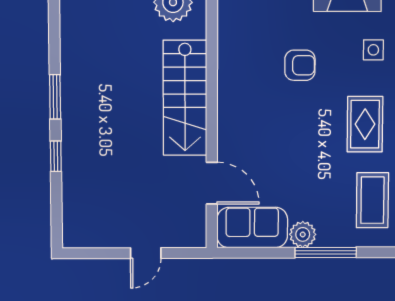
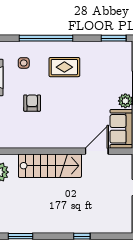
window: (55, 97) -> (20, 236), moved
coffee table: (372, 200) -> (106, 62), removed

